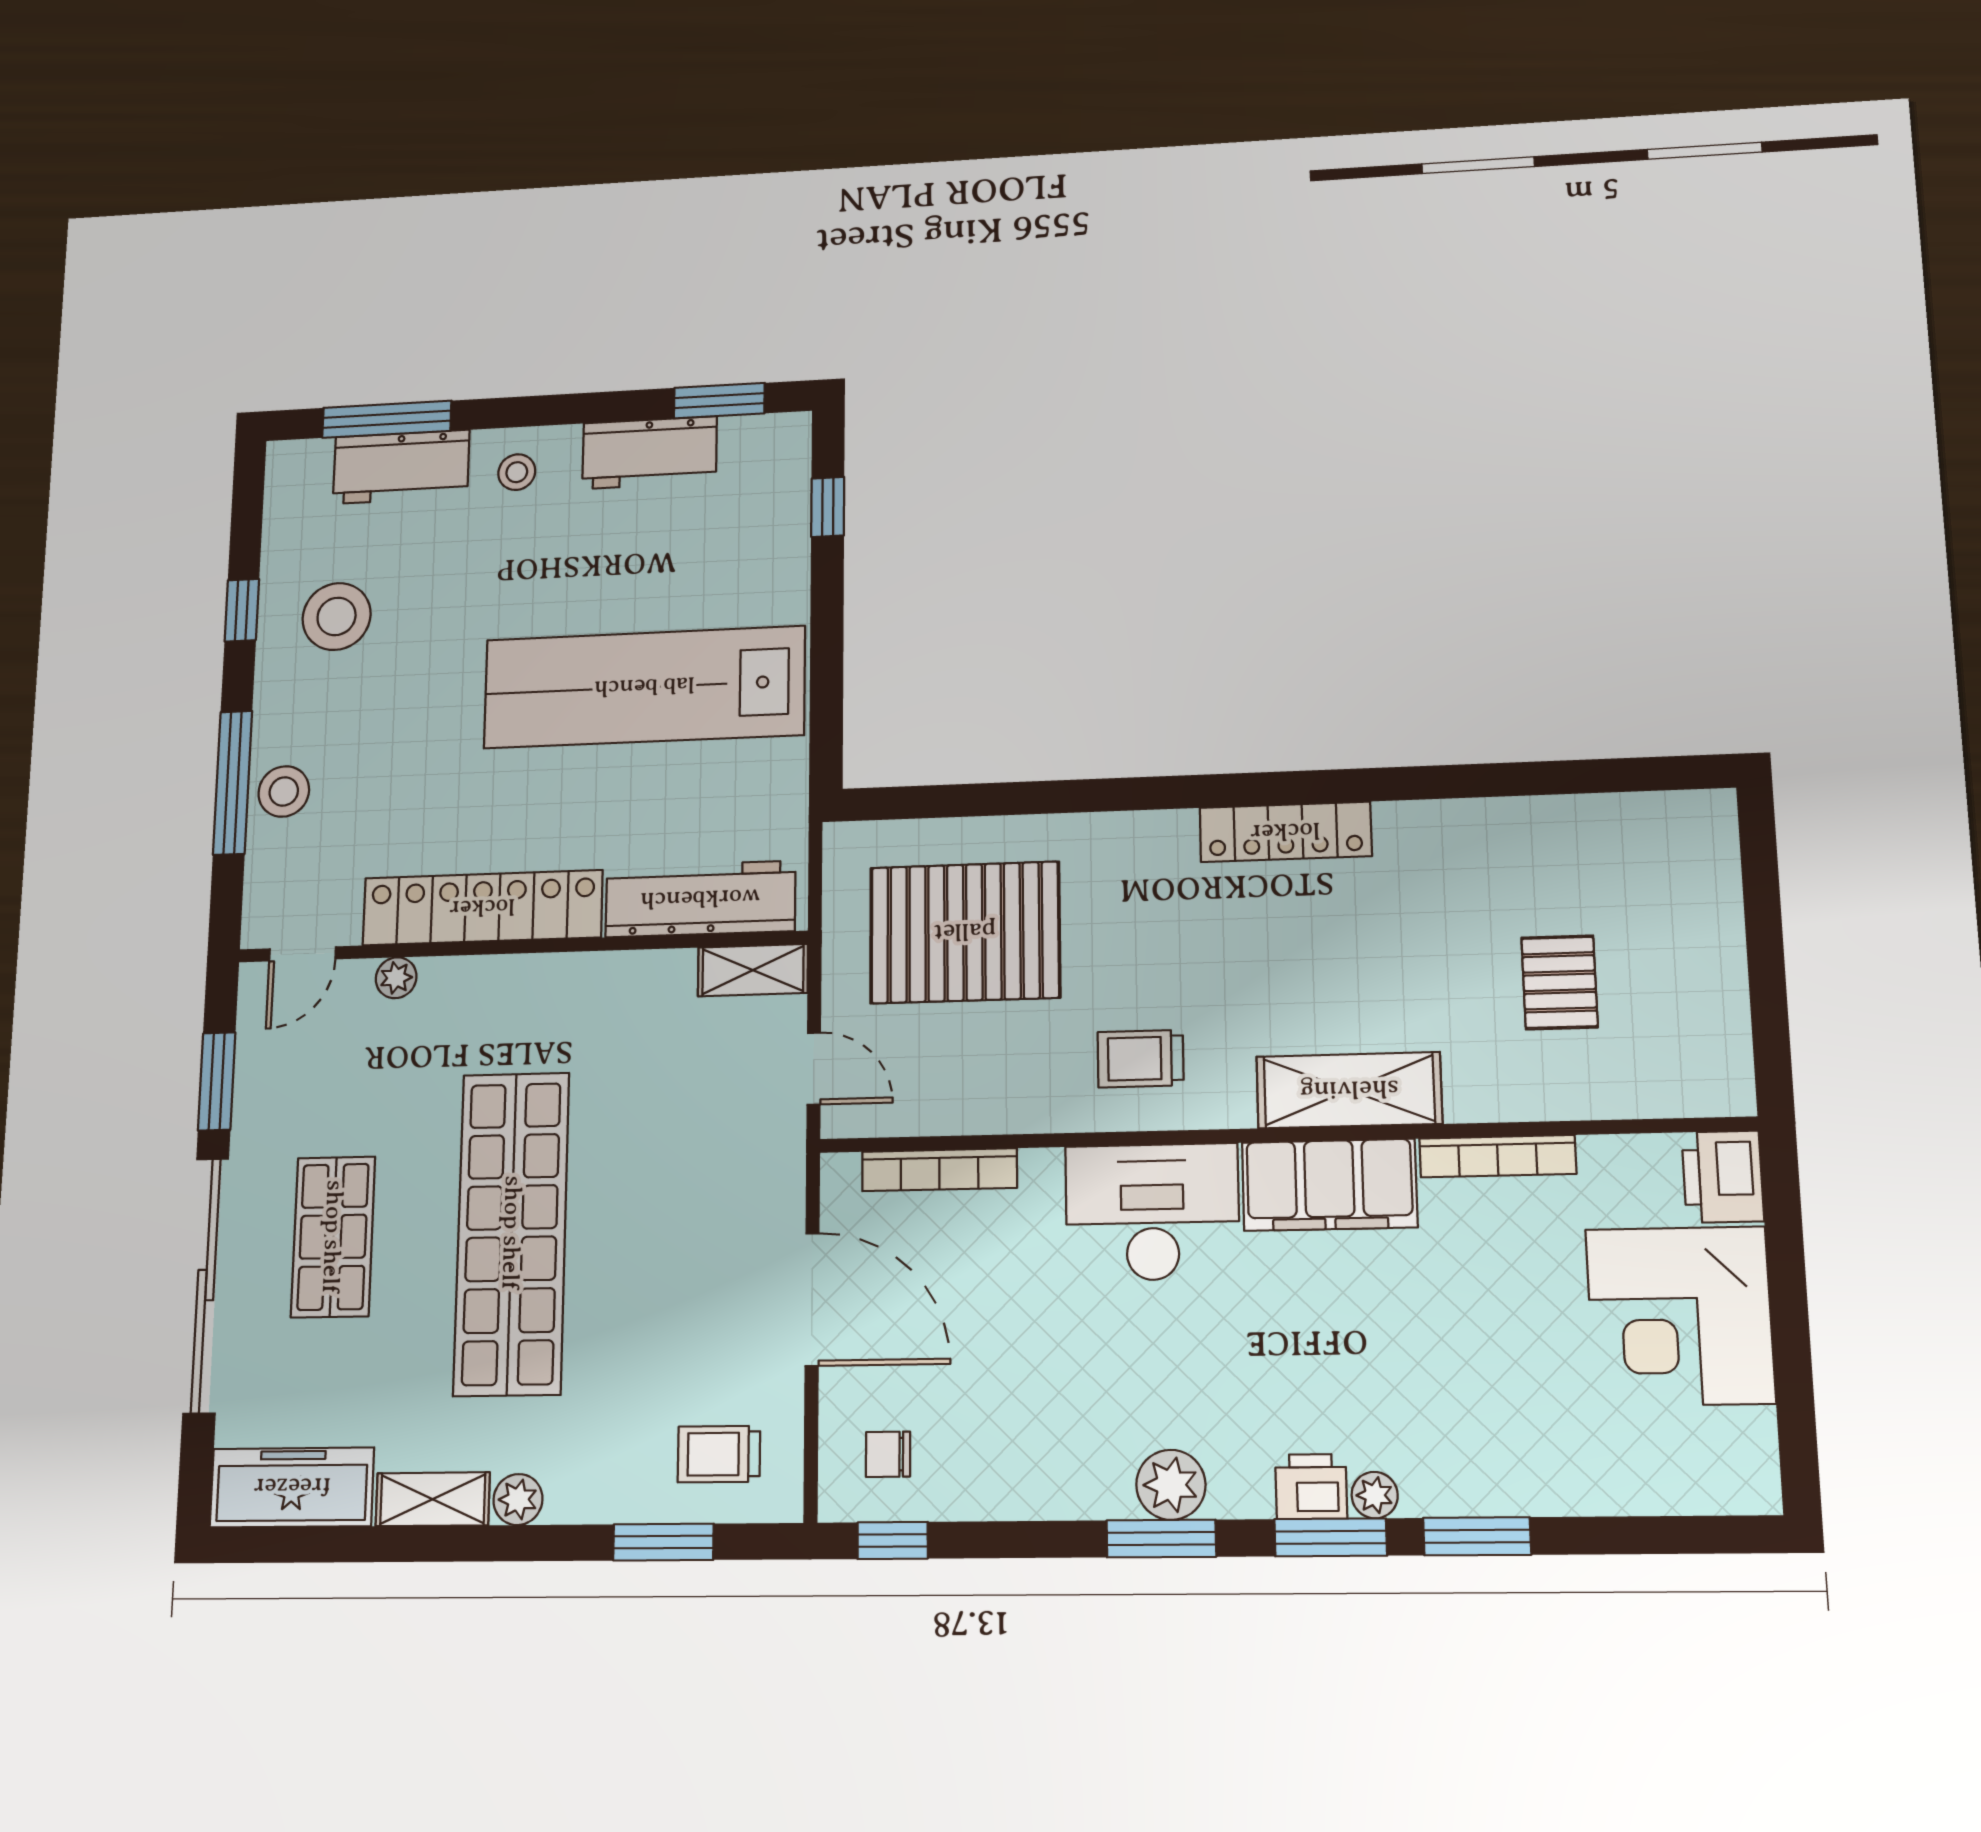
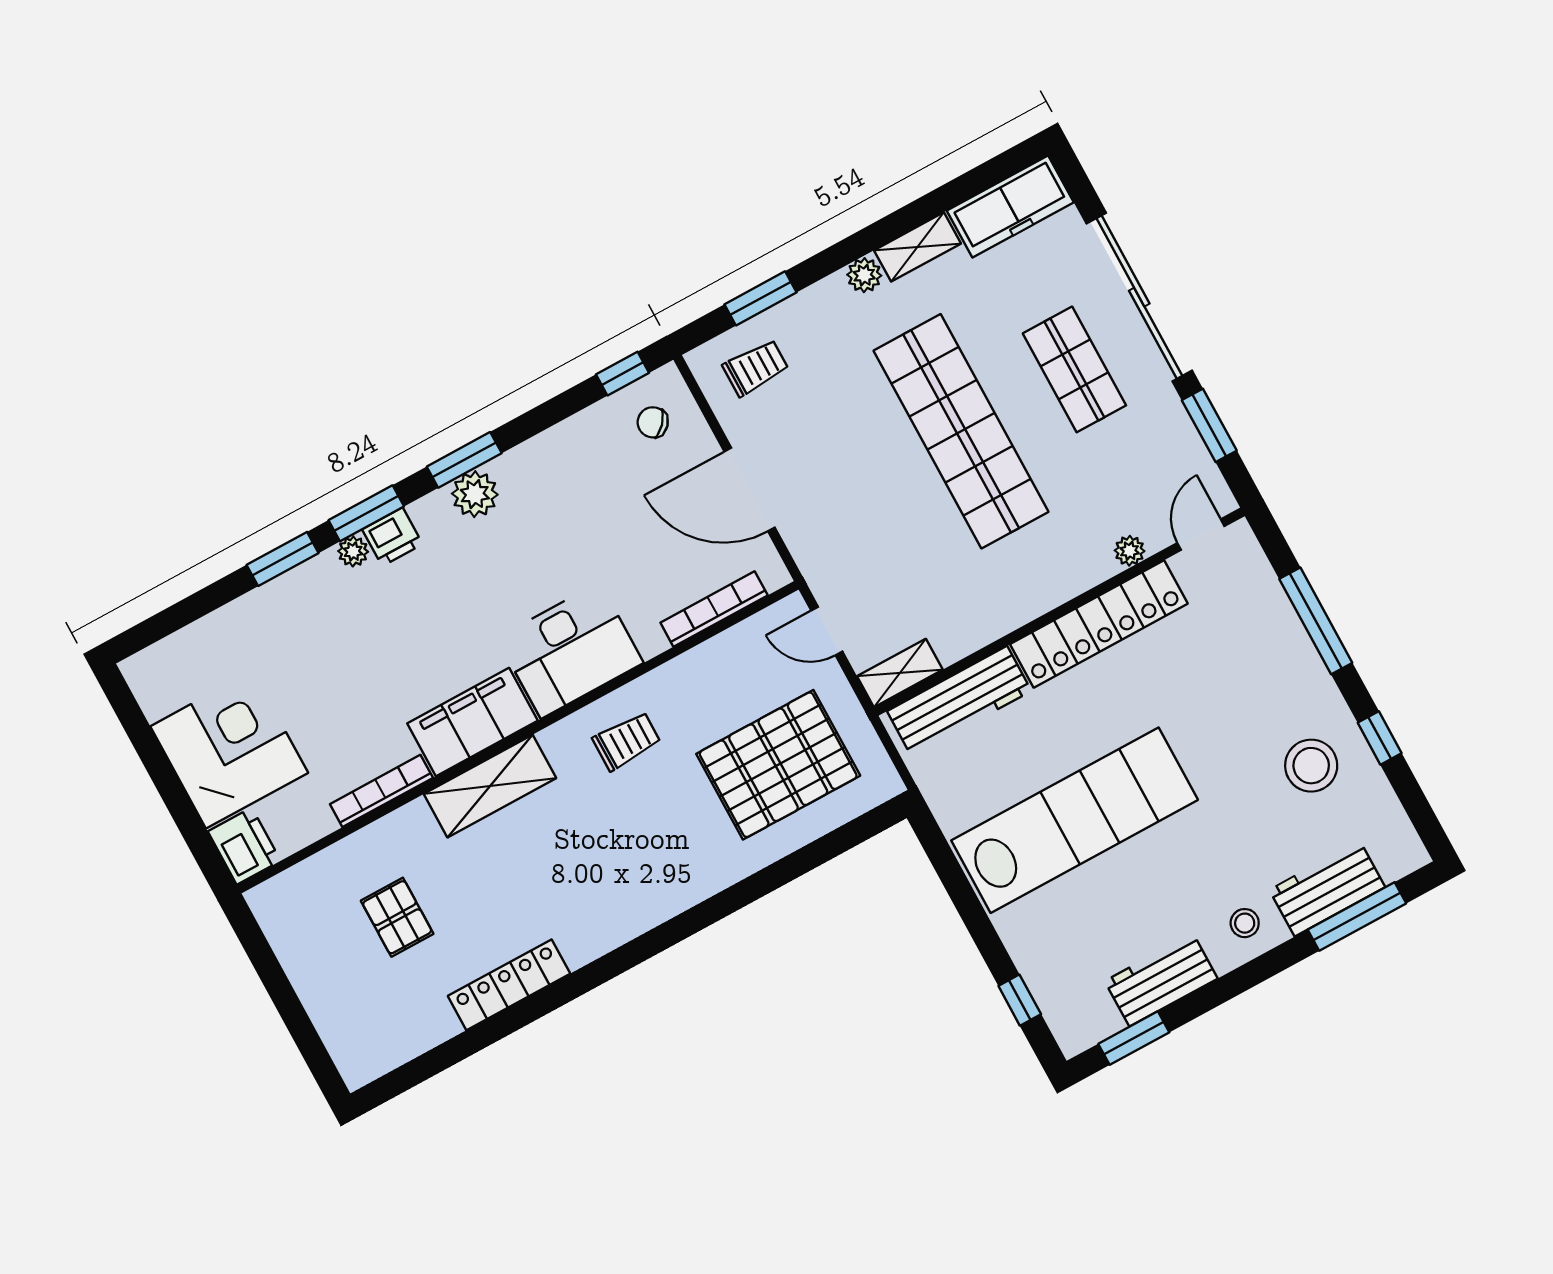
stool: (284, 791) -> (1277, 632), removed
locker: (1285, 832) -> (509, 985), moved
chair: (888, 1454) -> (653, 422), turned -138

